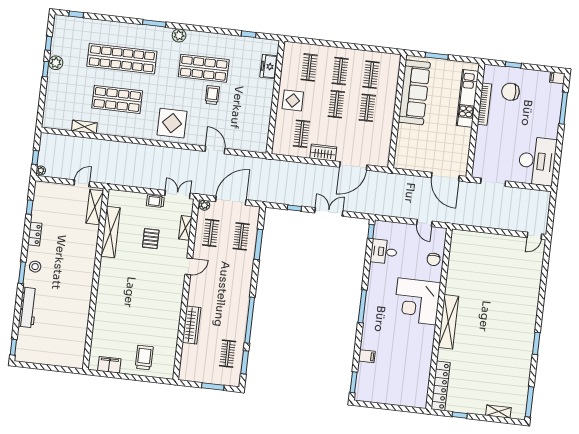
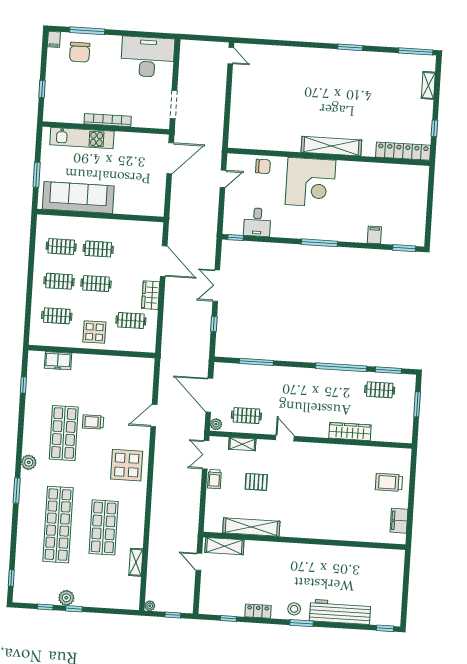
chair: (510, 92) -> (80, 52), moved
bookcase: (484, 104) -> (108, 120), moved
plant: (41, 170) -> (150, 606), moved
clothes rail: (241, 236) -> (249, 382), removed
workbench: (28, 307) -> (340, 612), width x1.36, depth x1.32

